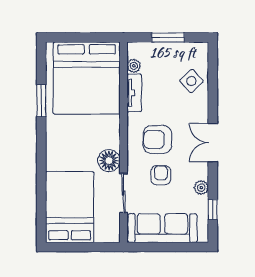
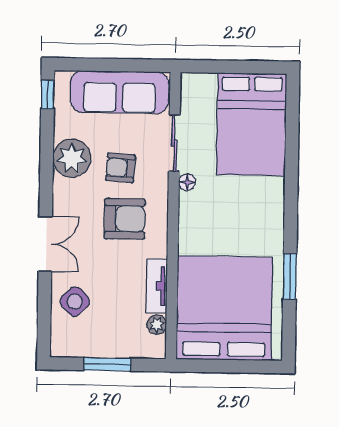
double door: (213, 143) -> (45, 244), moved
floor lamp: (109, 161) -> (187, 182), width x0.53, depth x0.53
armchair: (161, 175) -> (121, 168), turned 94
plant: (201, 188) -> (72, 158), width x1.87, depth x1.87
window: (213, 210) -> (48, 94), moved

